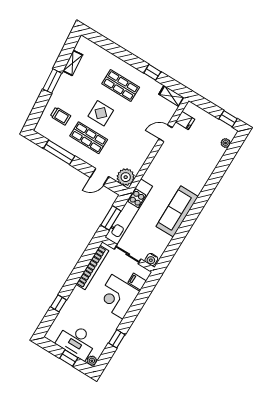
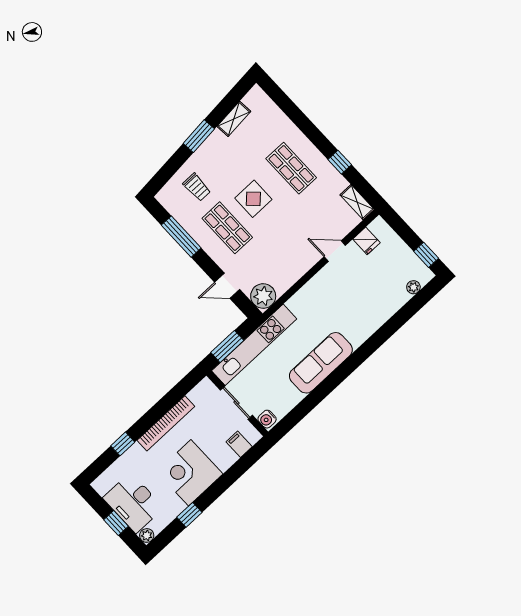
bookcase: (92, 267) -> (166, 423), moved
corner desk: (117, 297) -> (190, 473), moved

